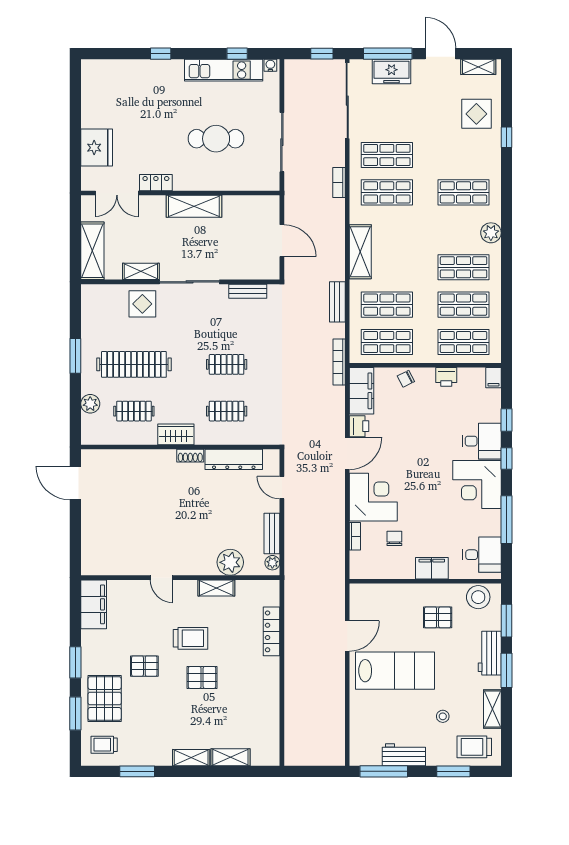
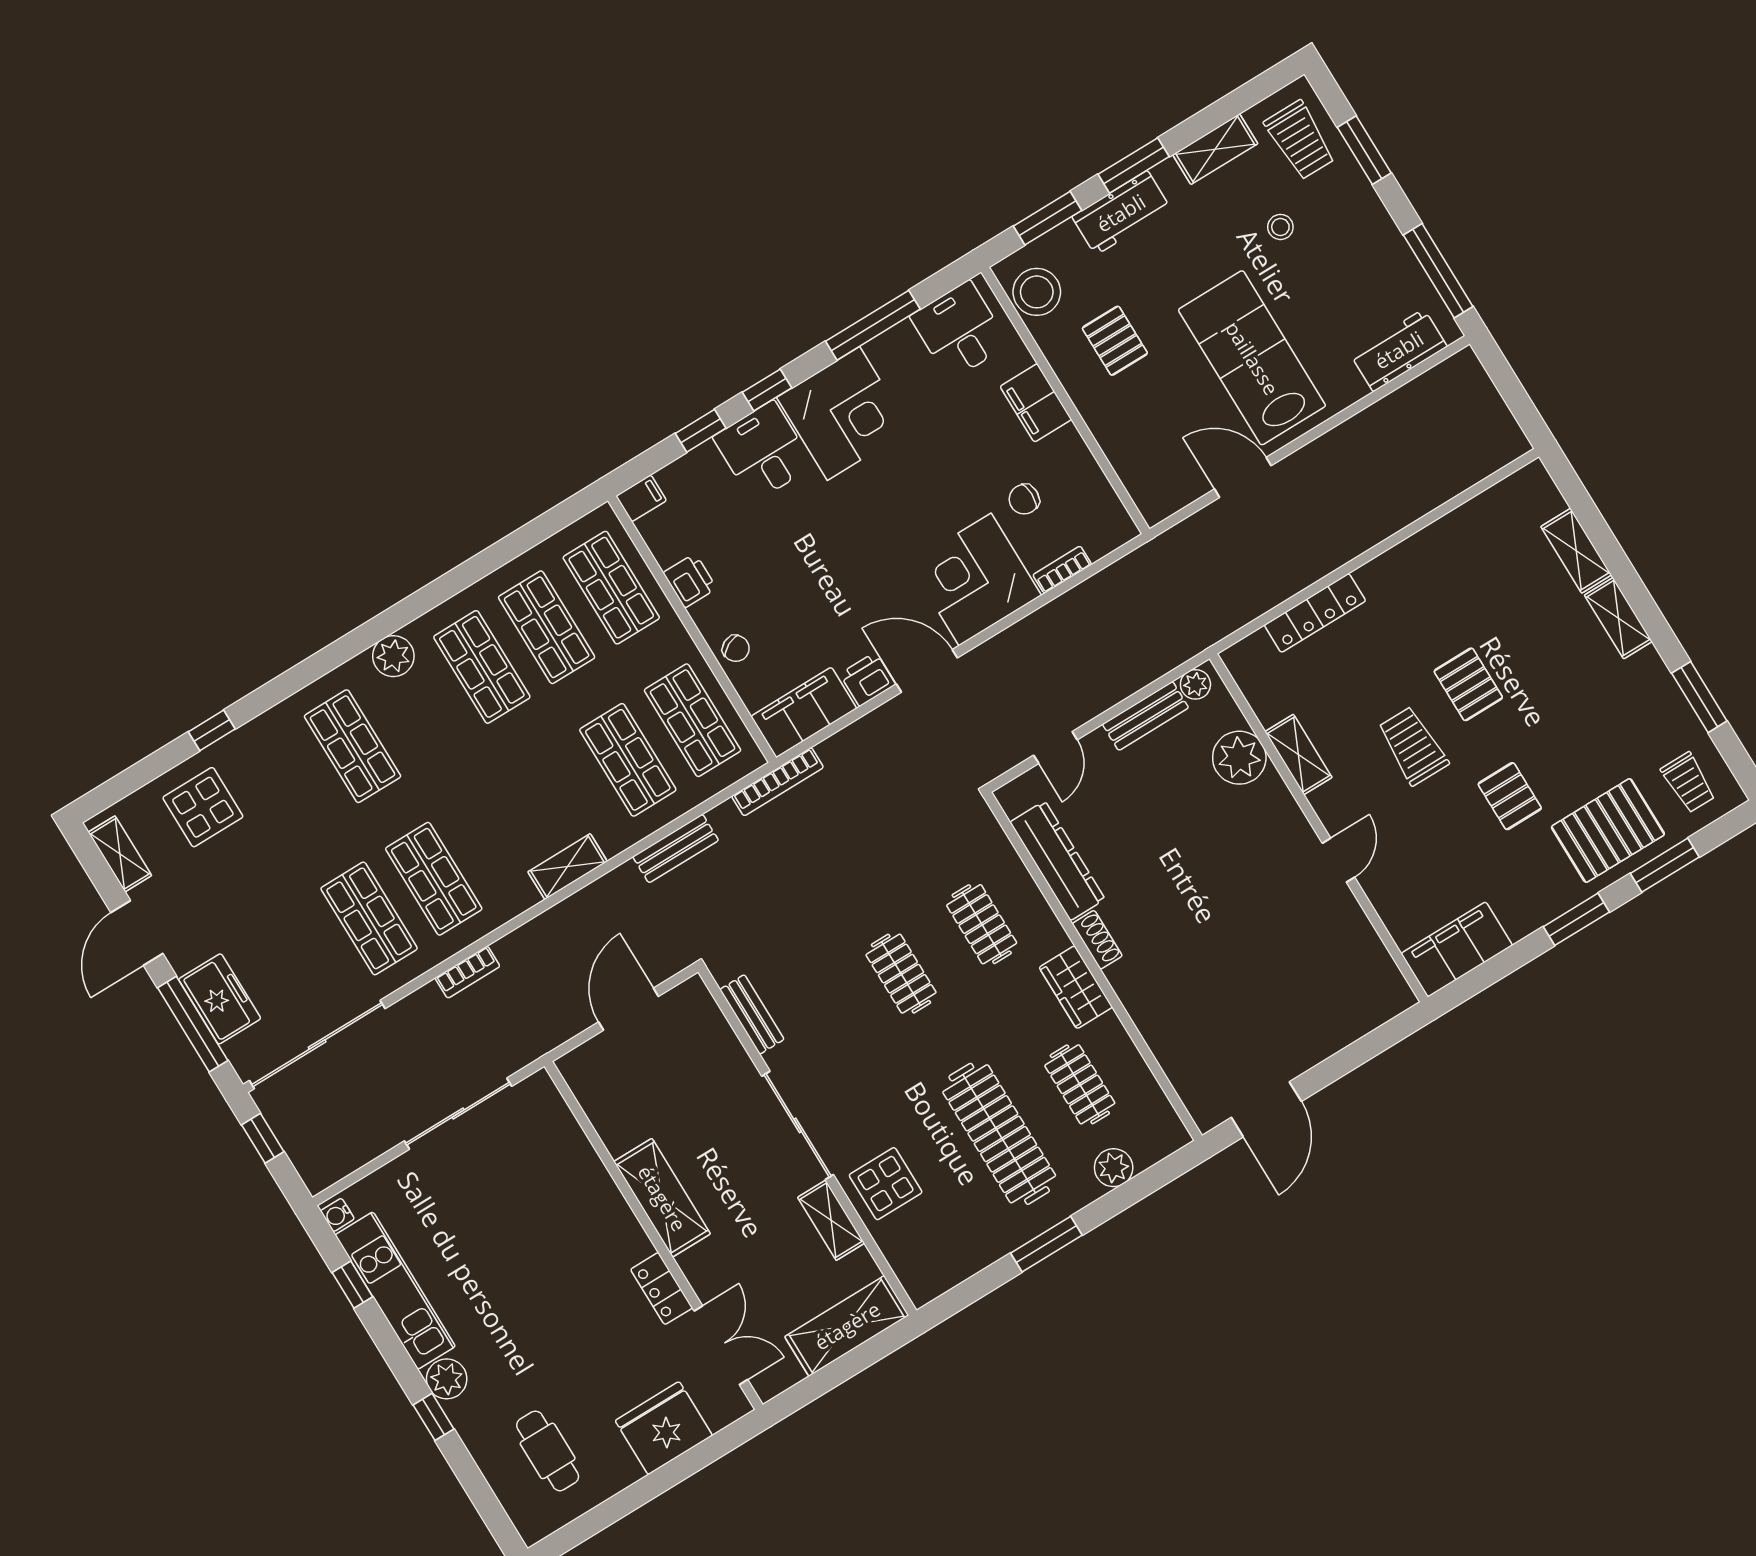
plant: (173, 69) -> (447, 1379), added
cafe table: (216, 139) -> (548, 1451), moved, width x0.73, depth x0.74
shelving: (360, 252) -> (568, 867), width x0.67, depth x0.75
workbench: (404, 755) -> (1399, 350), moved, turned 90

